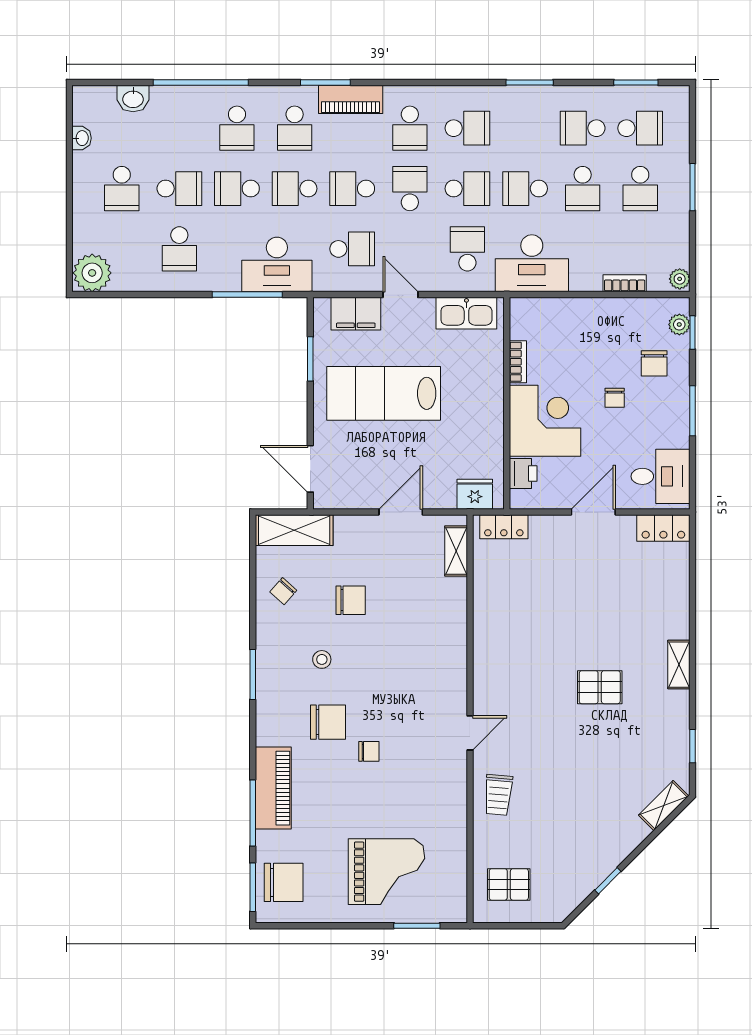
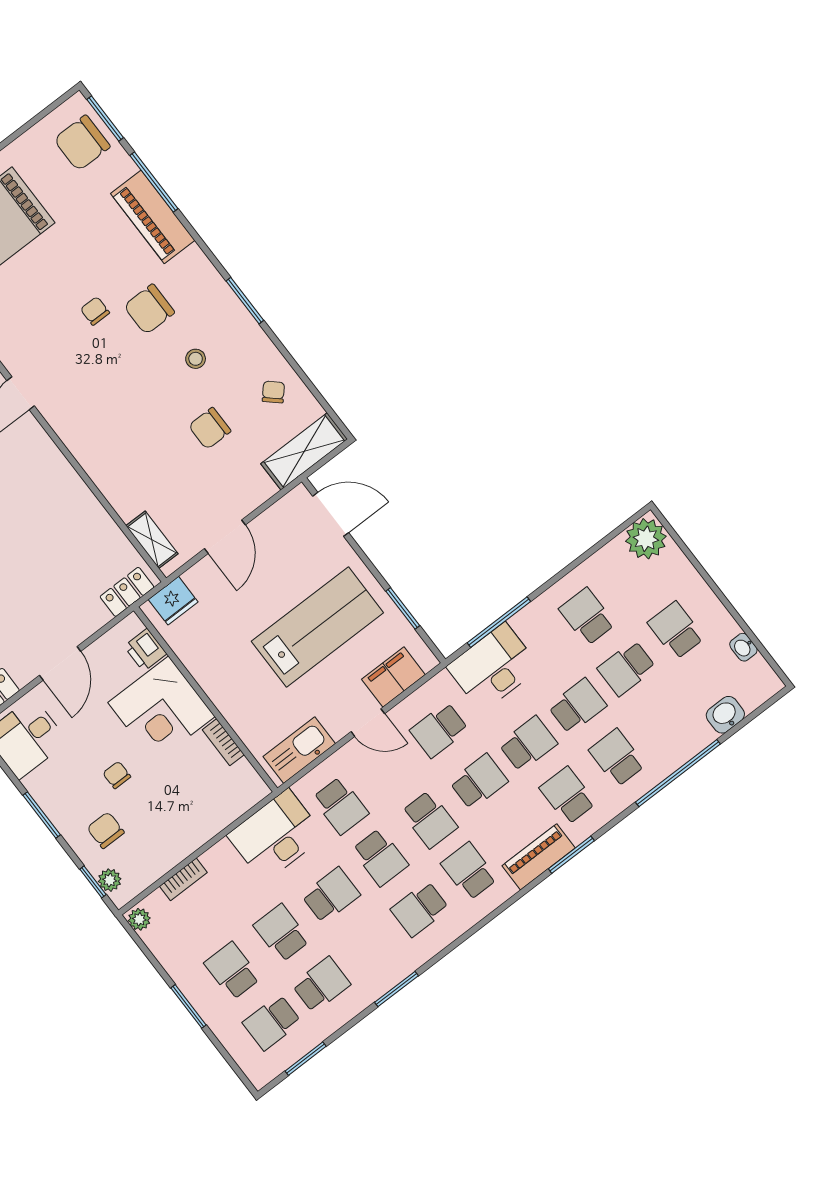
school desk: (467, 189) -> (380, 857), turned -90
chair: (369, 751) -> (95, 311), turned 90

